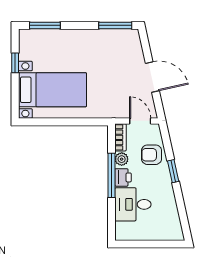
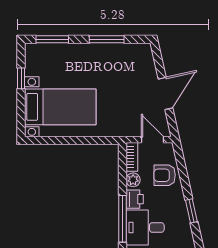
window: (115, 25) -> (107, 39), moved
door: (152, 77) -> (165, 93), hinge flipped
window: (173, 171) -> (191, 211), moved
window: (112, 175) -> (122, 219), moved

